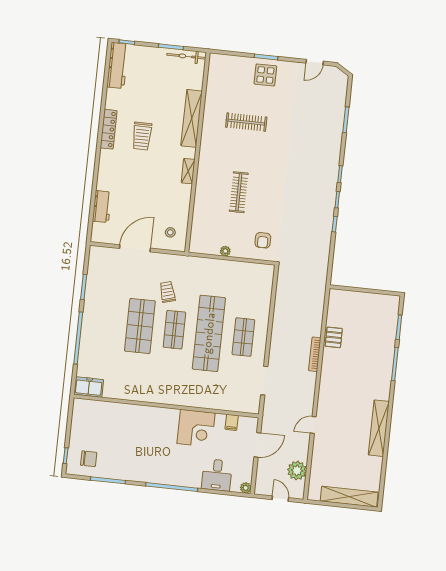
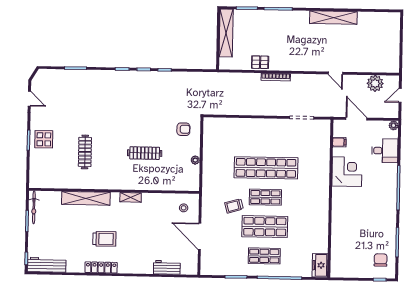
shop shelf: (243, 337) -> (264, 256), moved
shelving: (349, 497) -> (226, 33), moved

